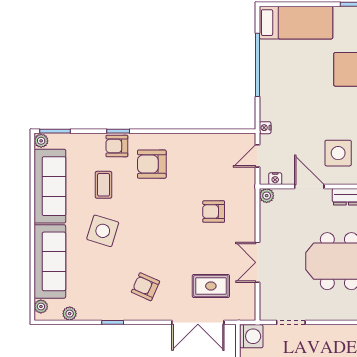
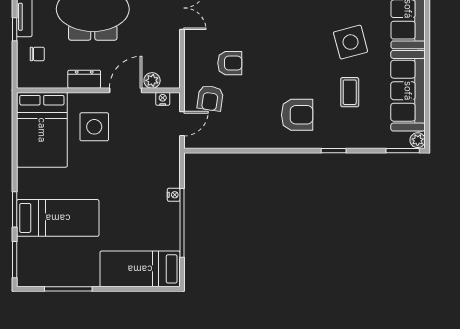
nightstand: (265, 128) -> (174, 195), moved
armchair: (117, 146) -> (210, 98), moved, turned 98
door: (309, 187) -> (126, 90), swing flipped
plant: (267, 196) -> (152, 80), moved
side table: (103, 231) -> (351, 42), turned -32

